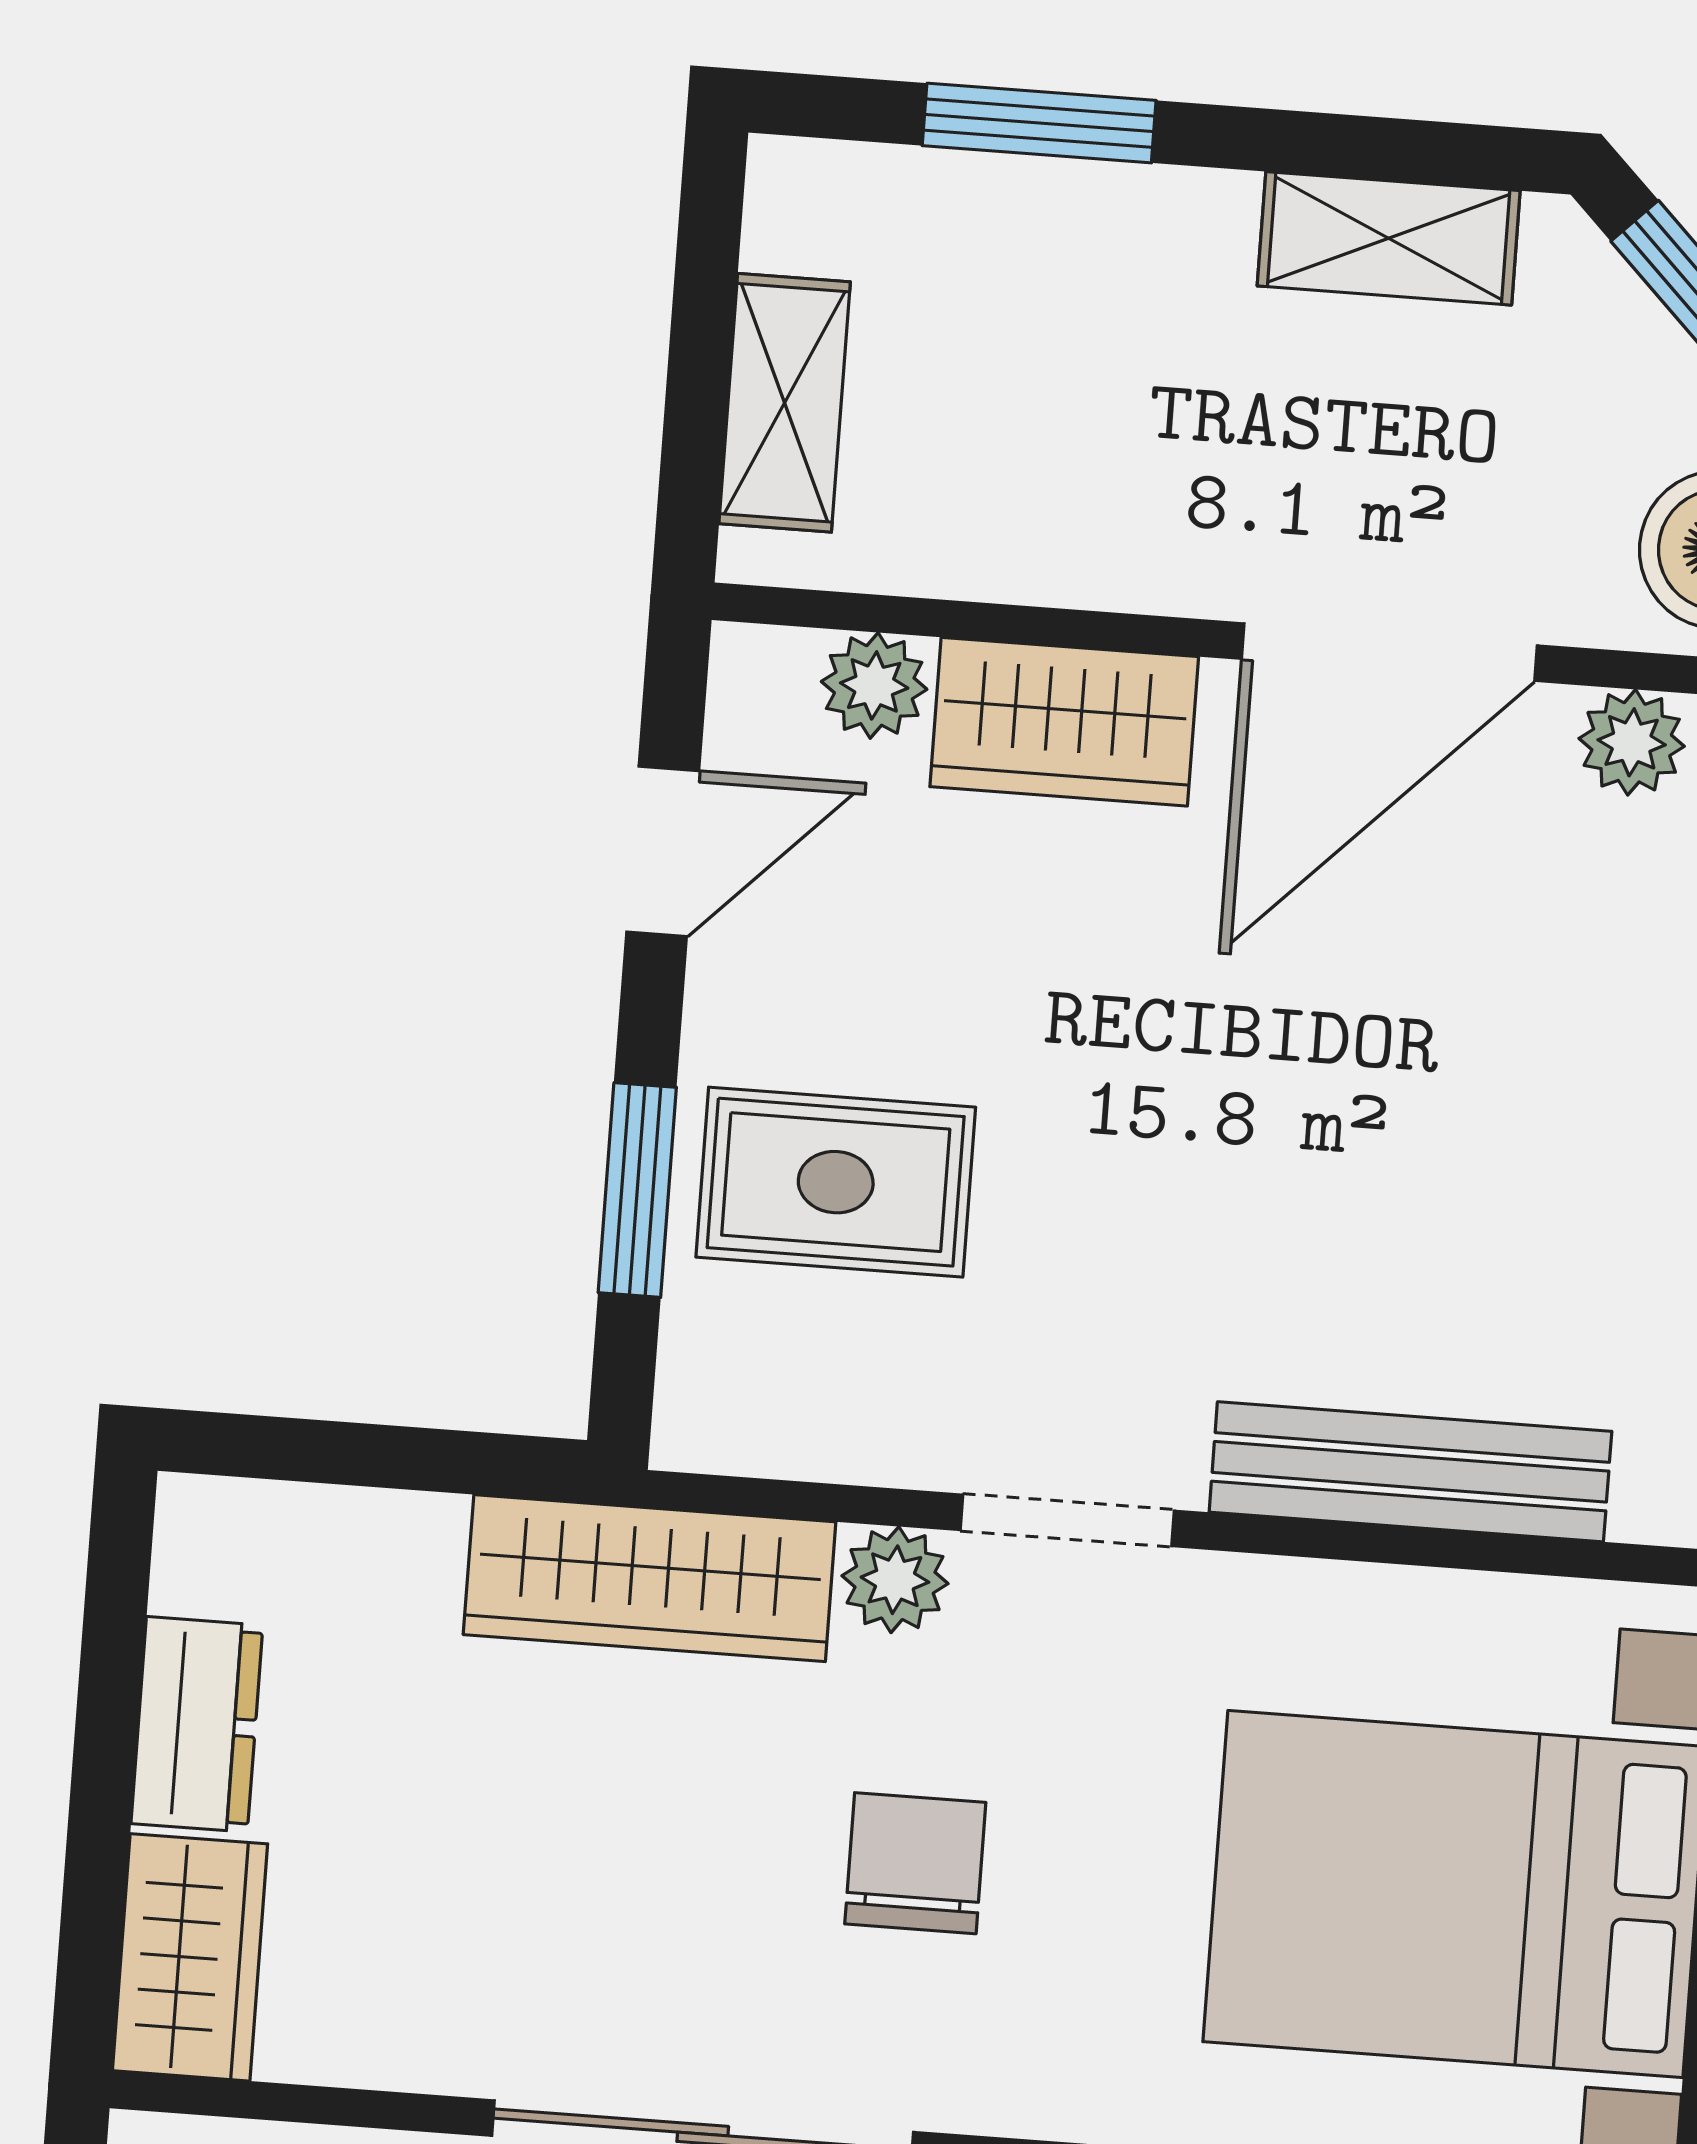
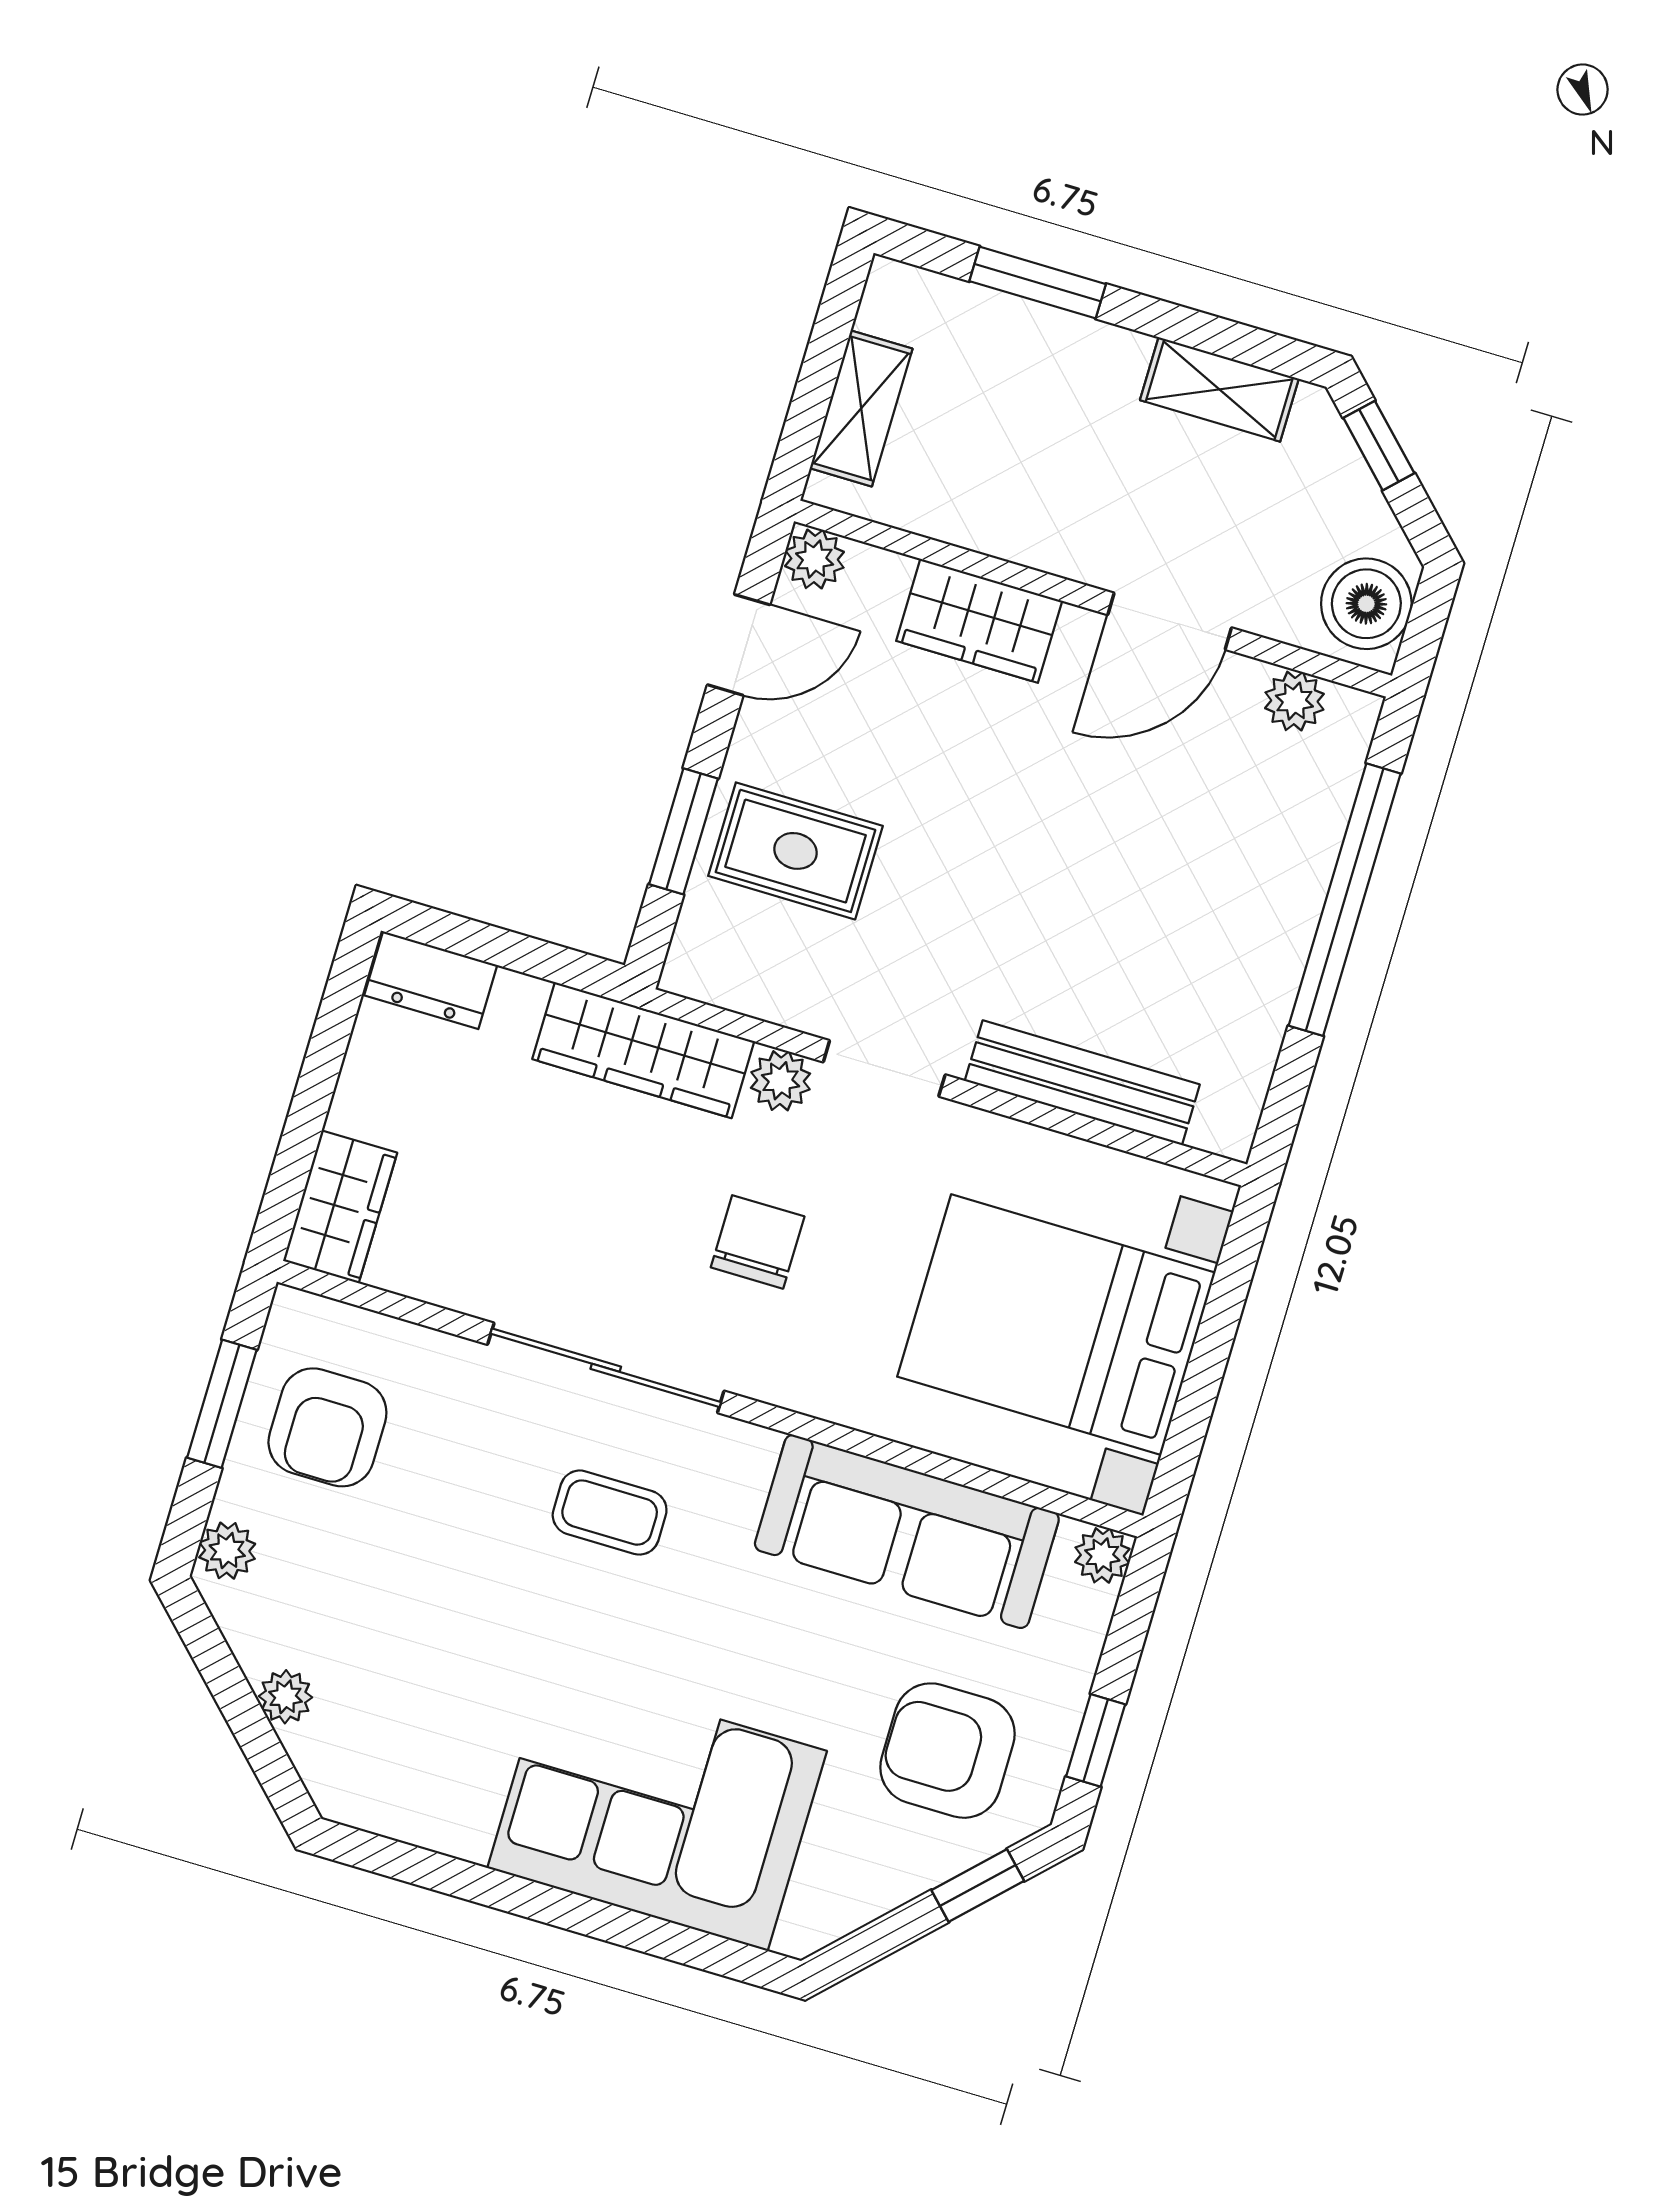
door: (1389, 652) -> (1170, 621), width x0.73
plant: (874, 685) -> (815, 559), moved
dresser: (197, 1724) -> (431, 980), moved, turned 90

